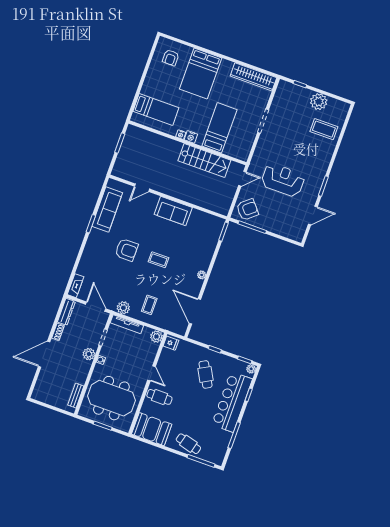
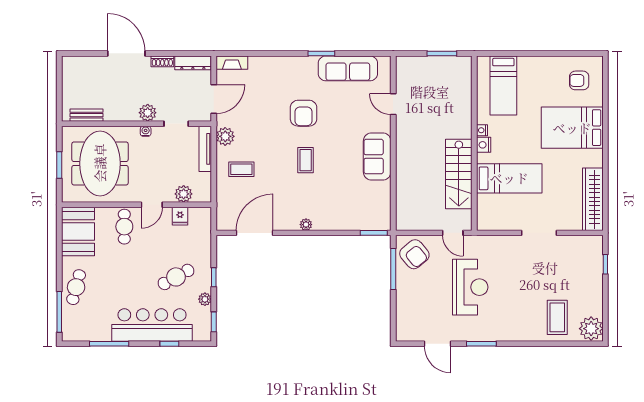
plant: (319, 102) -> (591, 329), moved
plant: (156, 337) -> (184, 194), moved
fridge: (171, 343) -> (180, 216), moved
plant: (251, 369) -> (205, 299), moved

